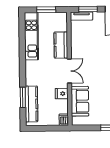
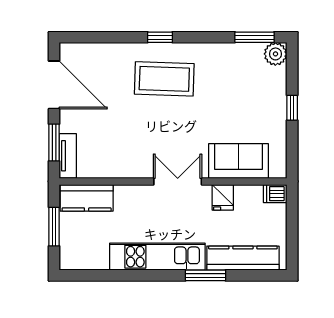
kitchen unit: (31, 36) -> (157, 257), moved
kitchen counter: (61, 45) -> (87, 198), moved
window: (23, 97) -> (206, 275), moved

